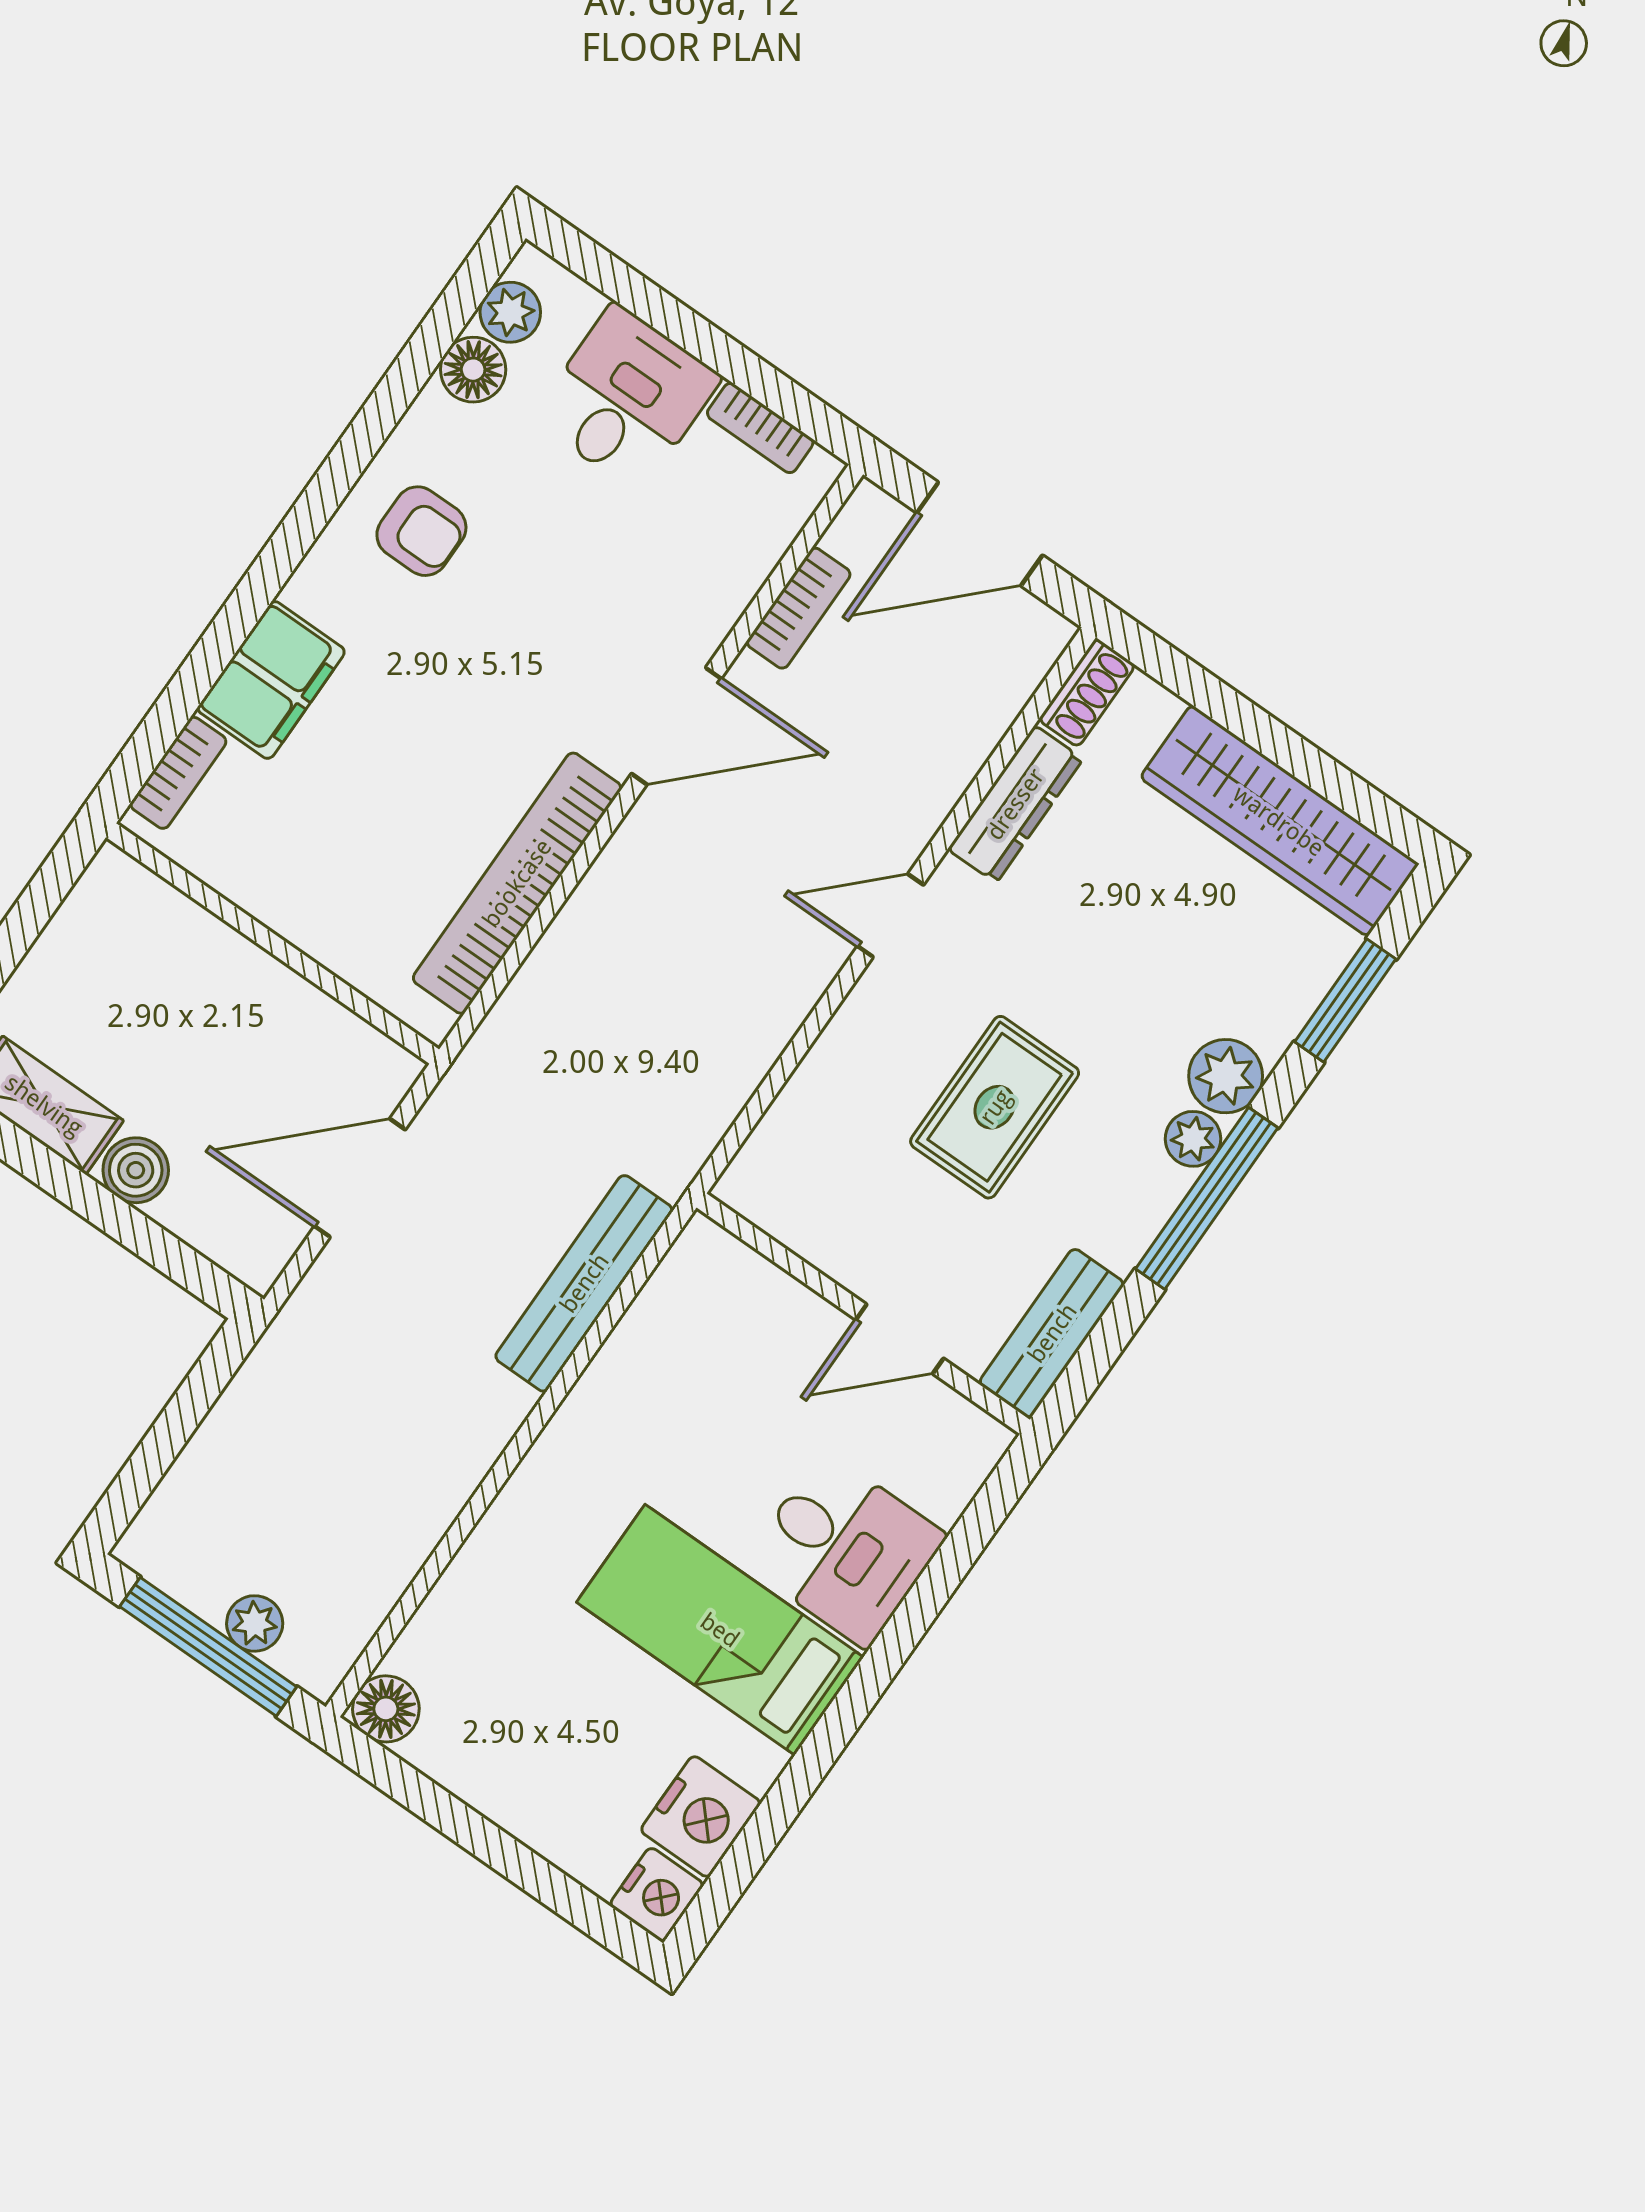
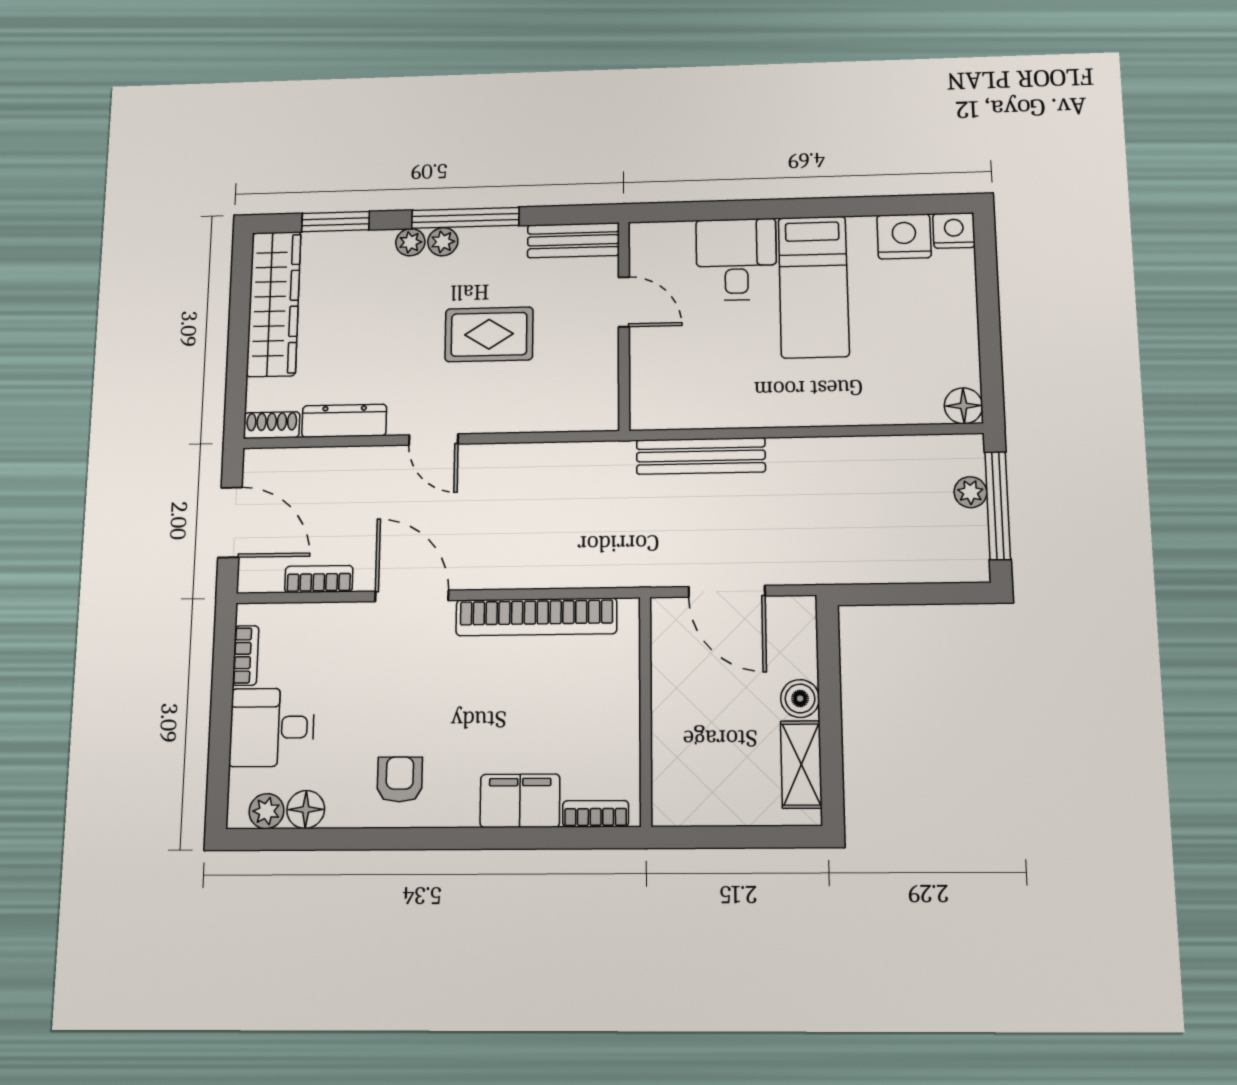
plant: (1226, 1076) -> (410, 242), width x0.73, depth x0.73

